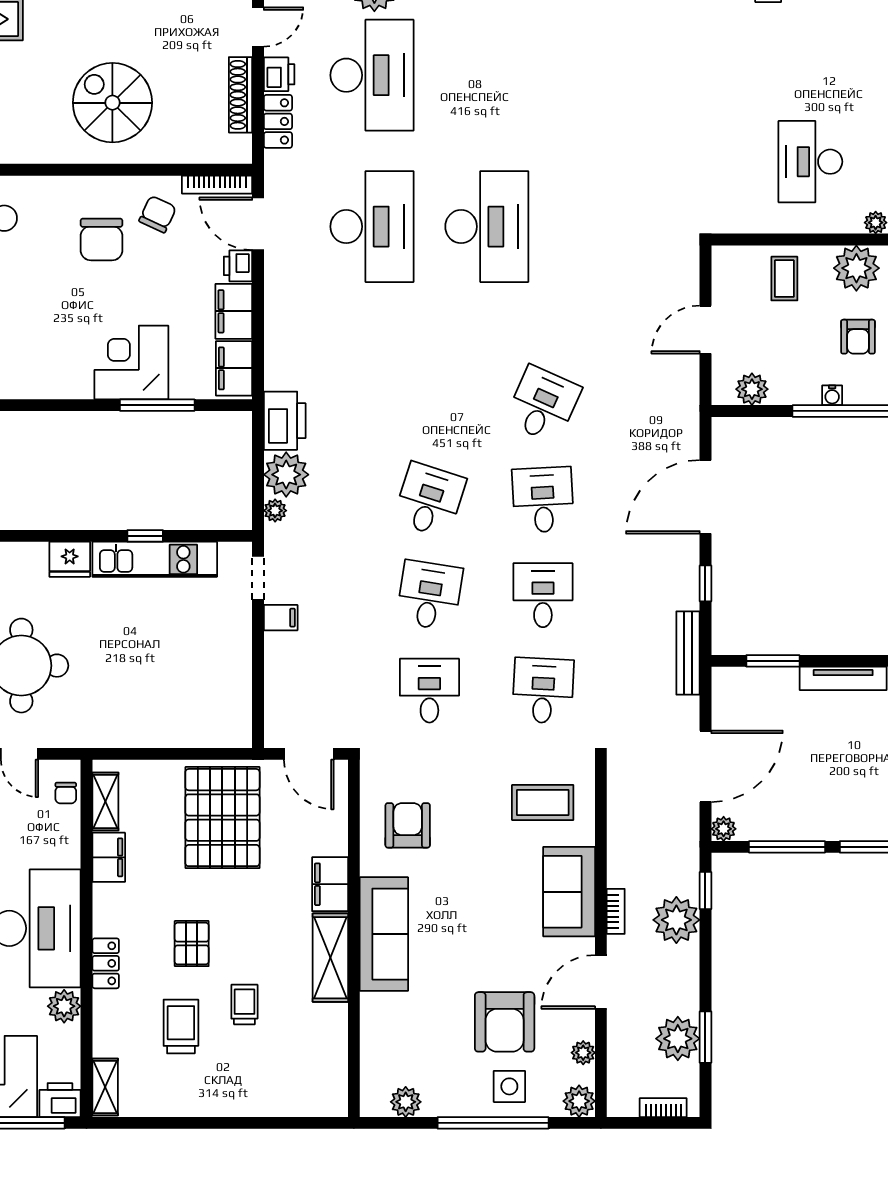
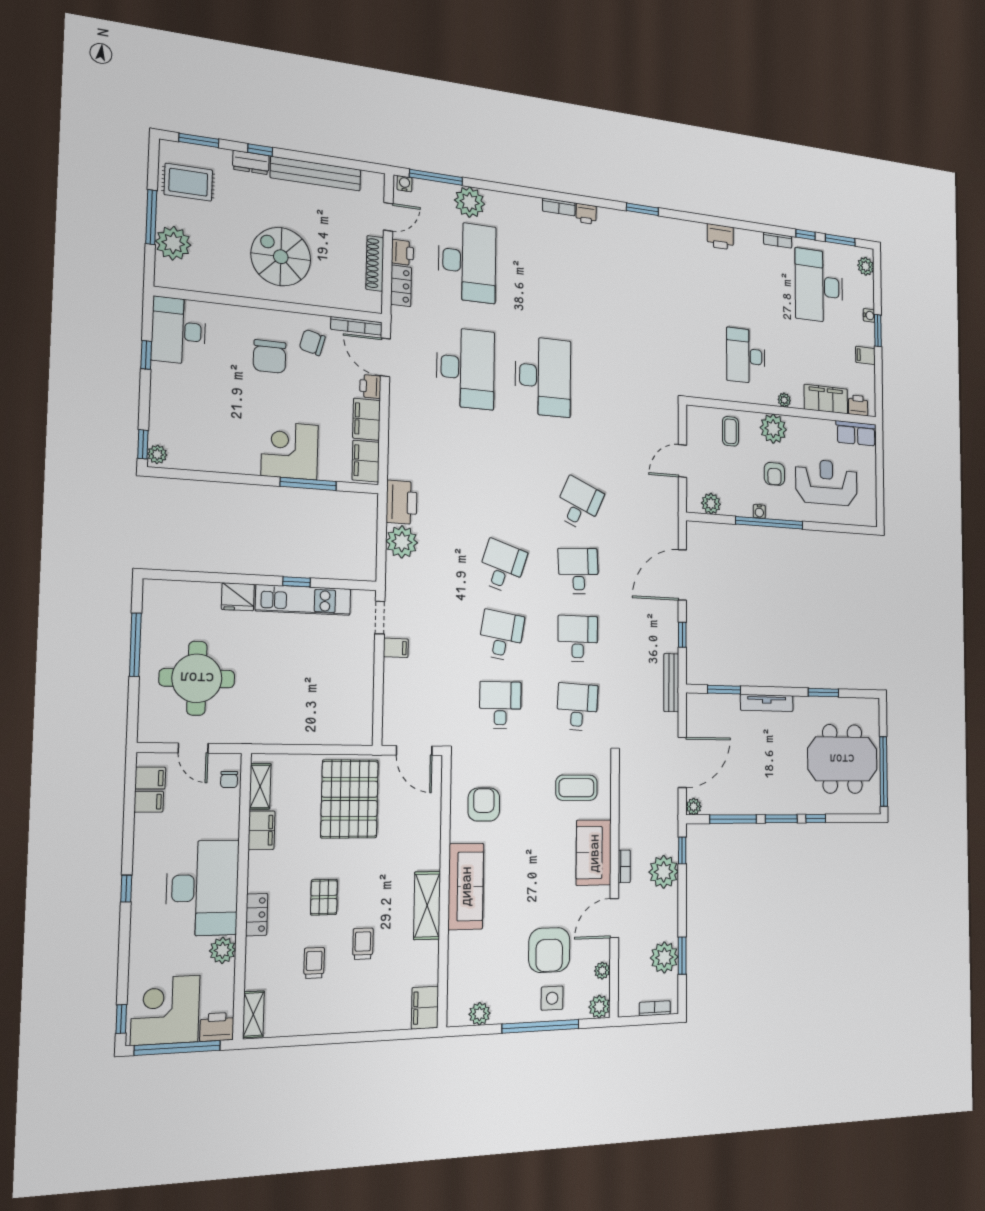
chair: (158, 214) -> (312, 342), turned -100
plant: (275, 511) -> (393, 568), removed
filing cabinet: (330, 884) -> (425, 1008), moved
trolley: (181, 1027) -> (314, 963), width x0.73, depth x0.72

